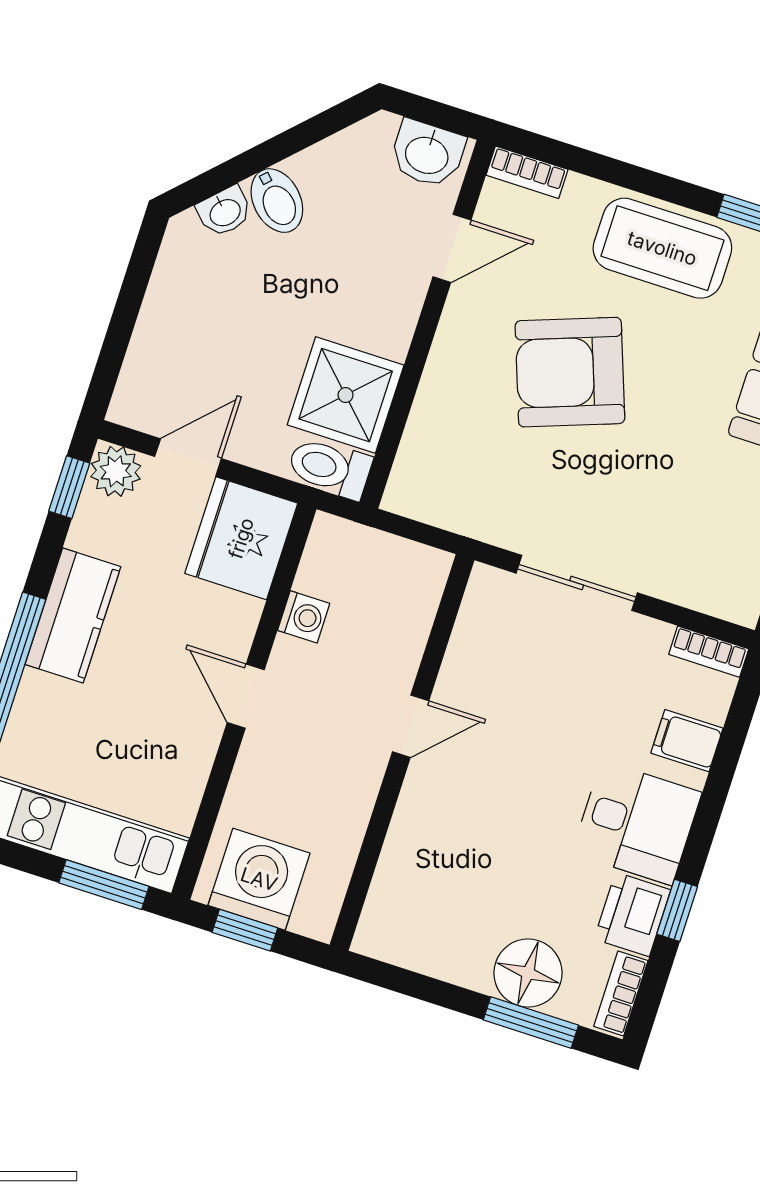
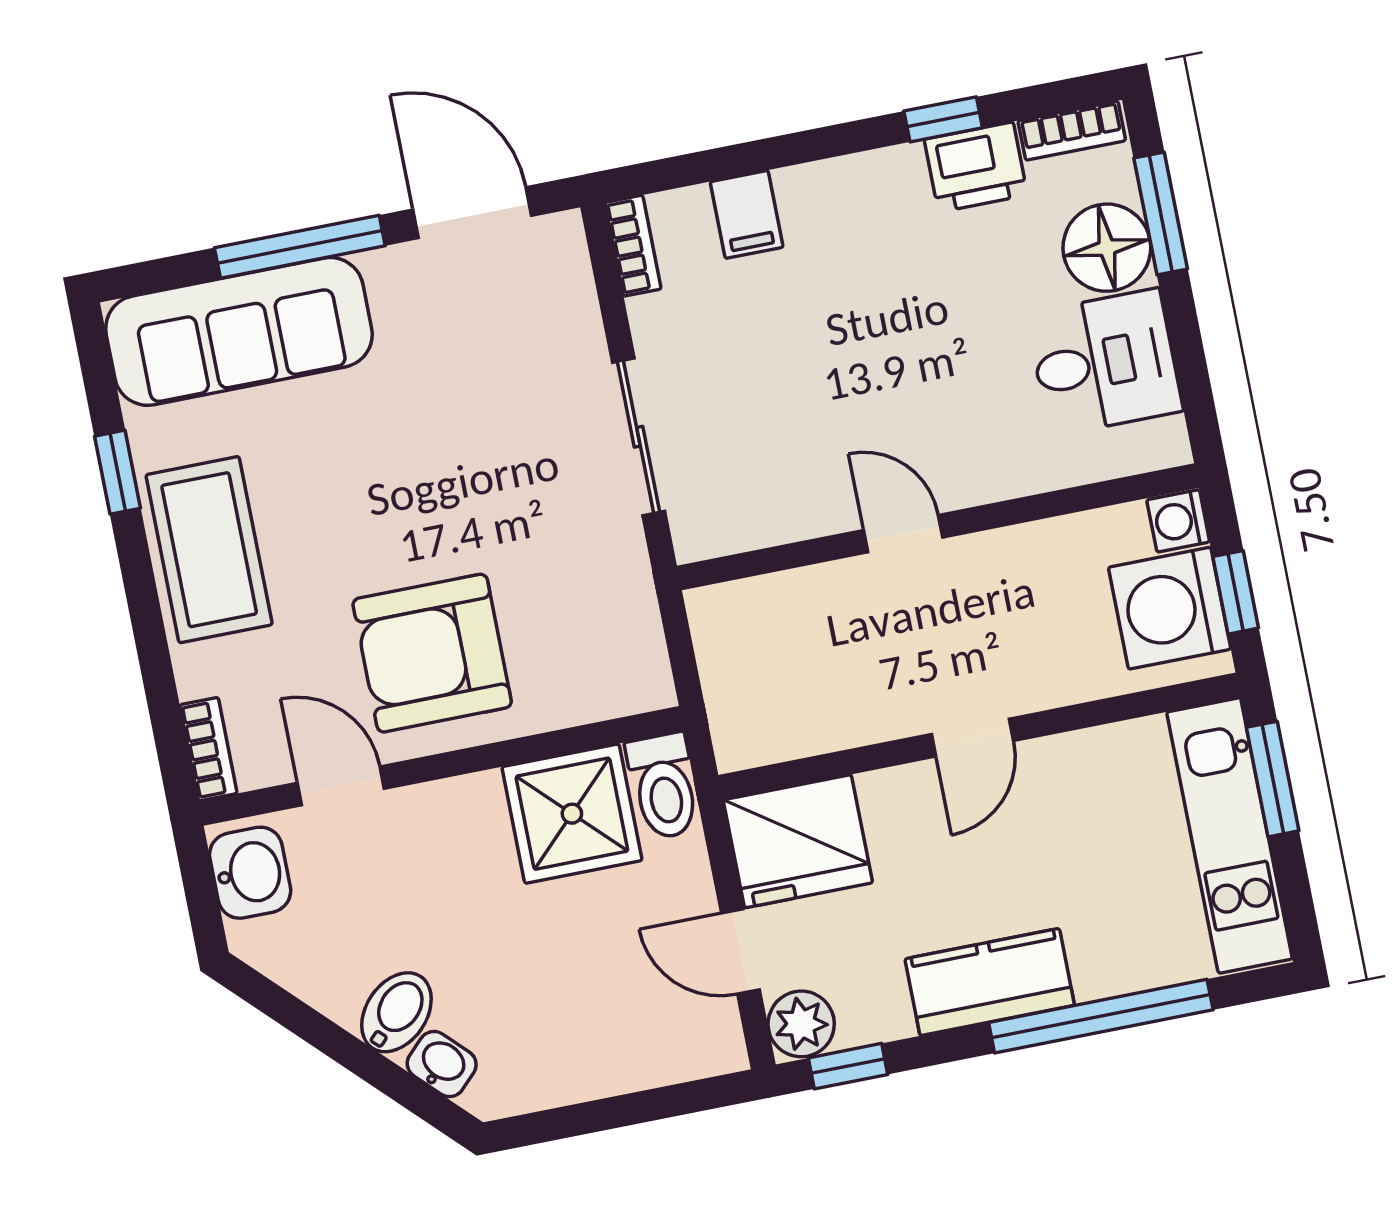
armchair: (570, 372) -> (432, 653), moved, turned 110
washing machine: (304, 617) -> (1178, 521), moved, turned -90
desk: (637, 823) -> (1105, 362), moved, turned 90

